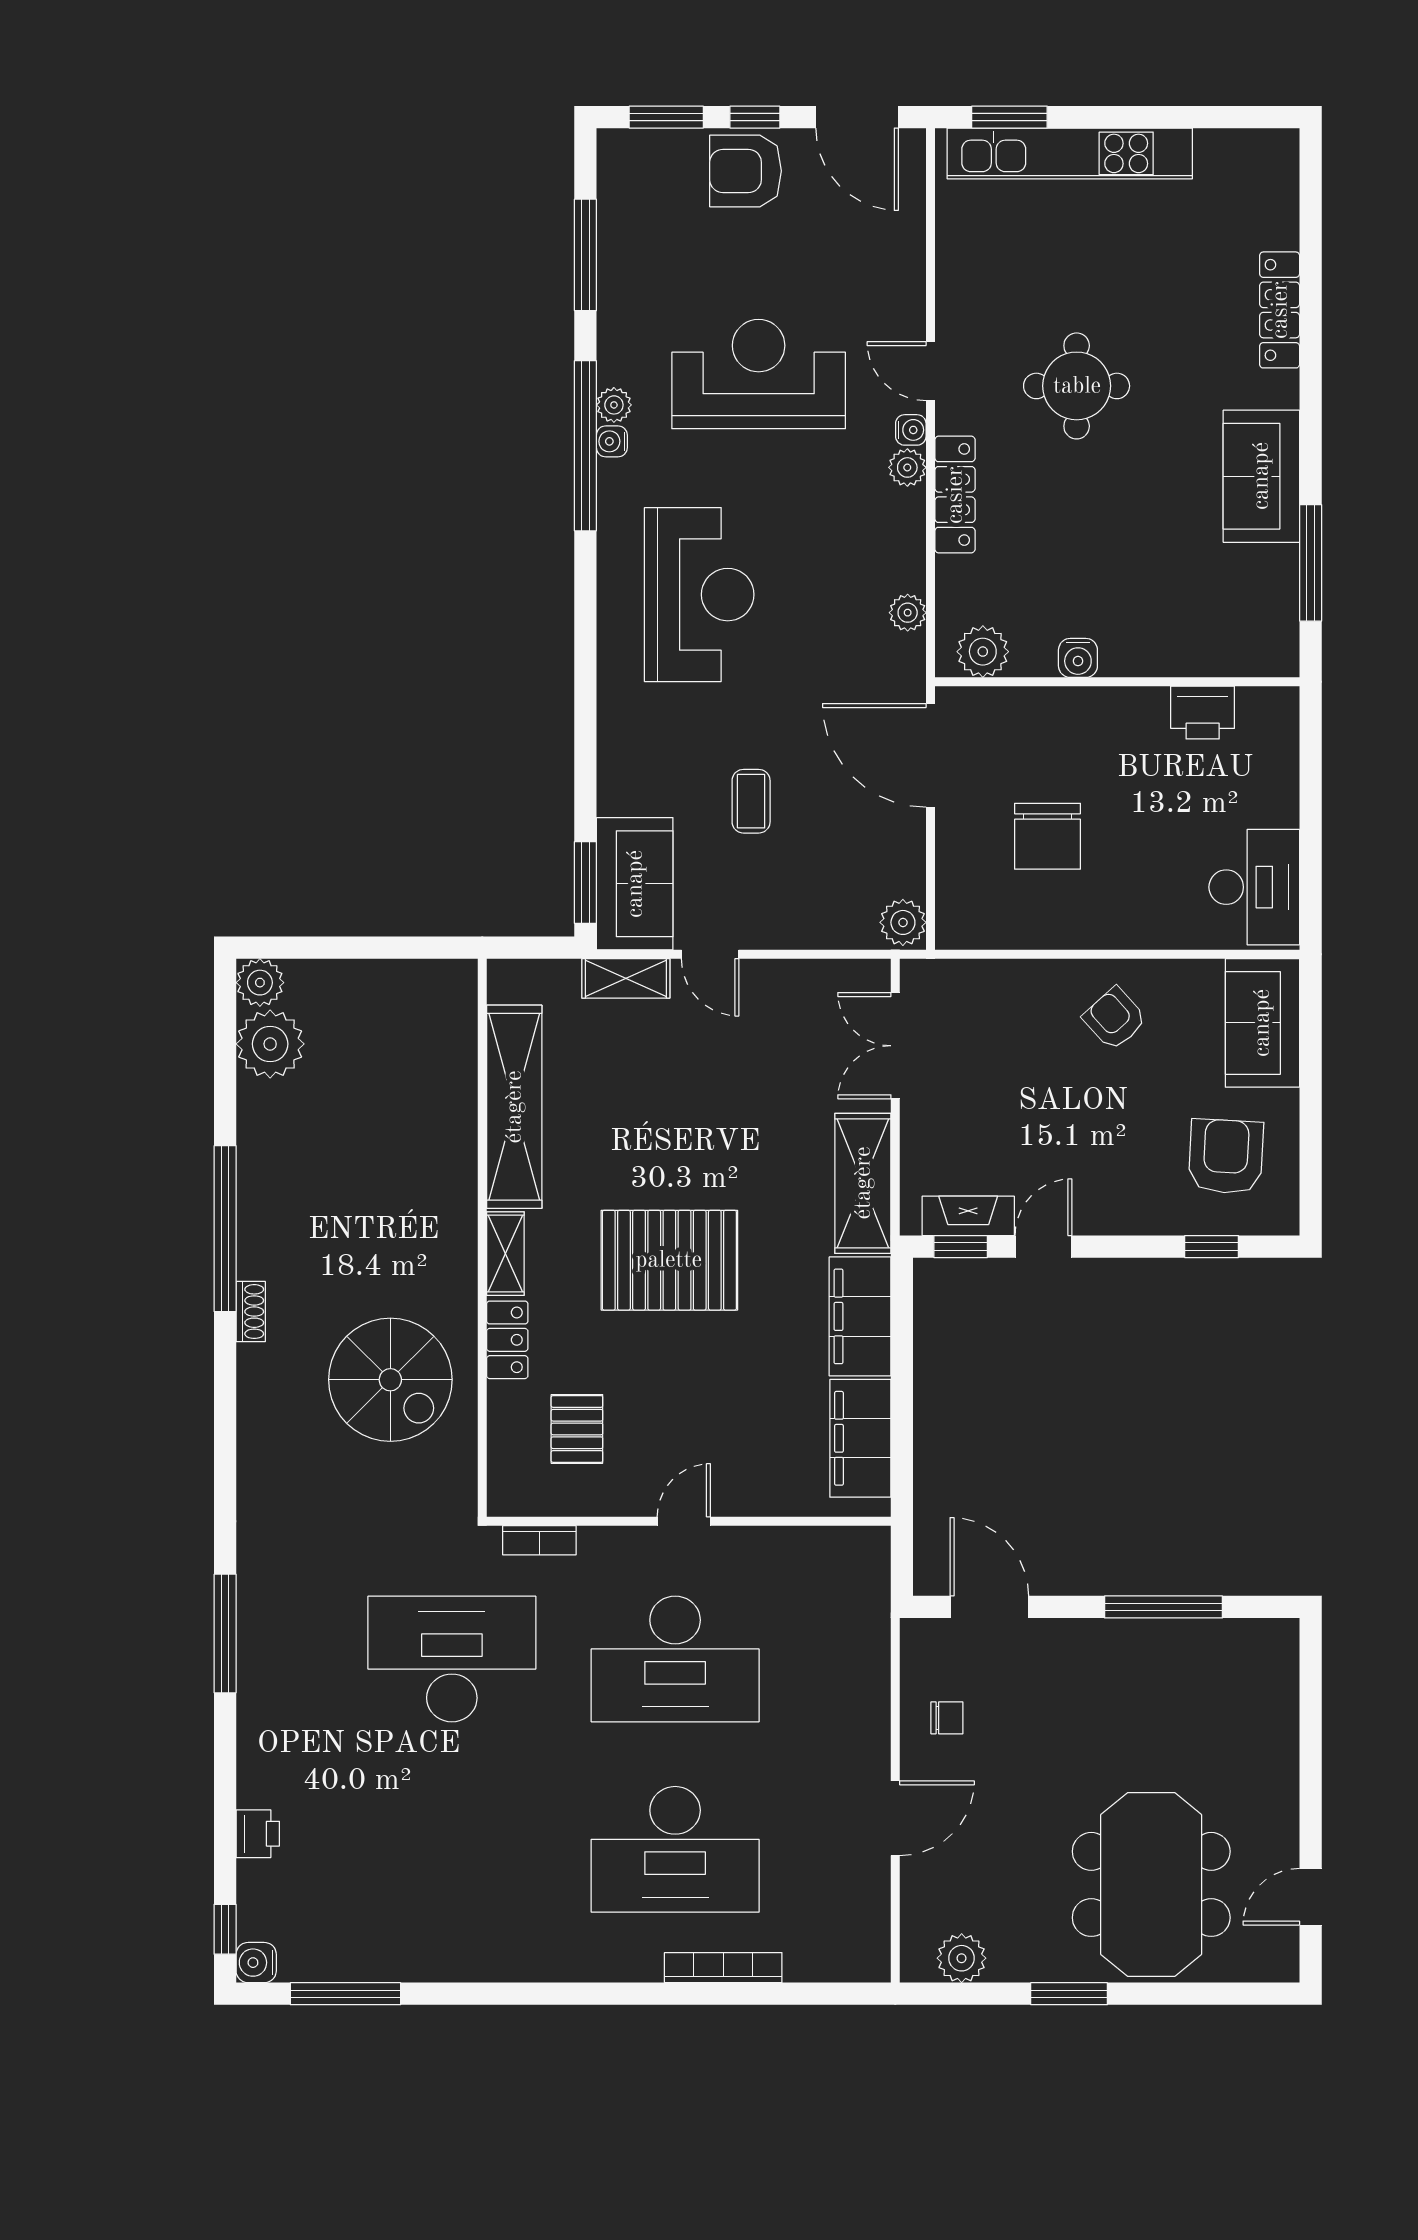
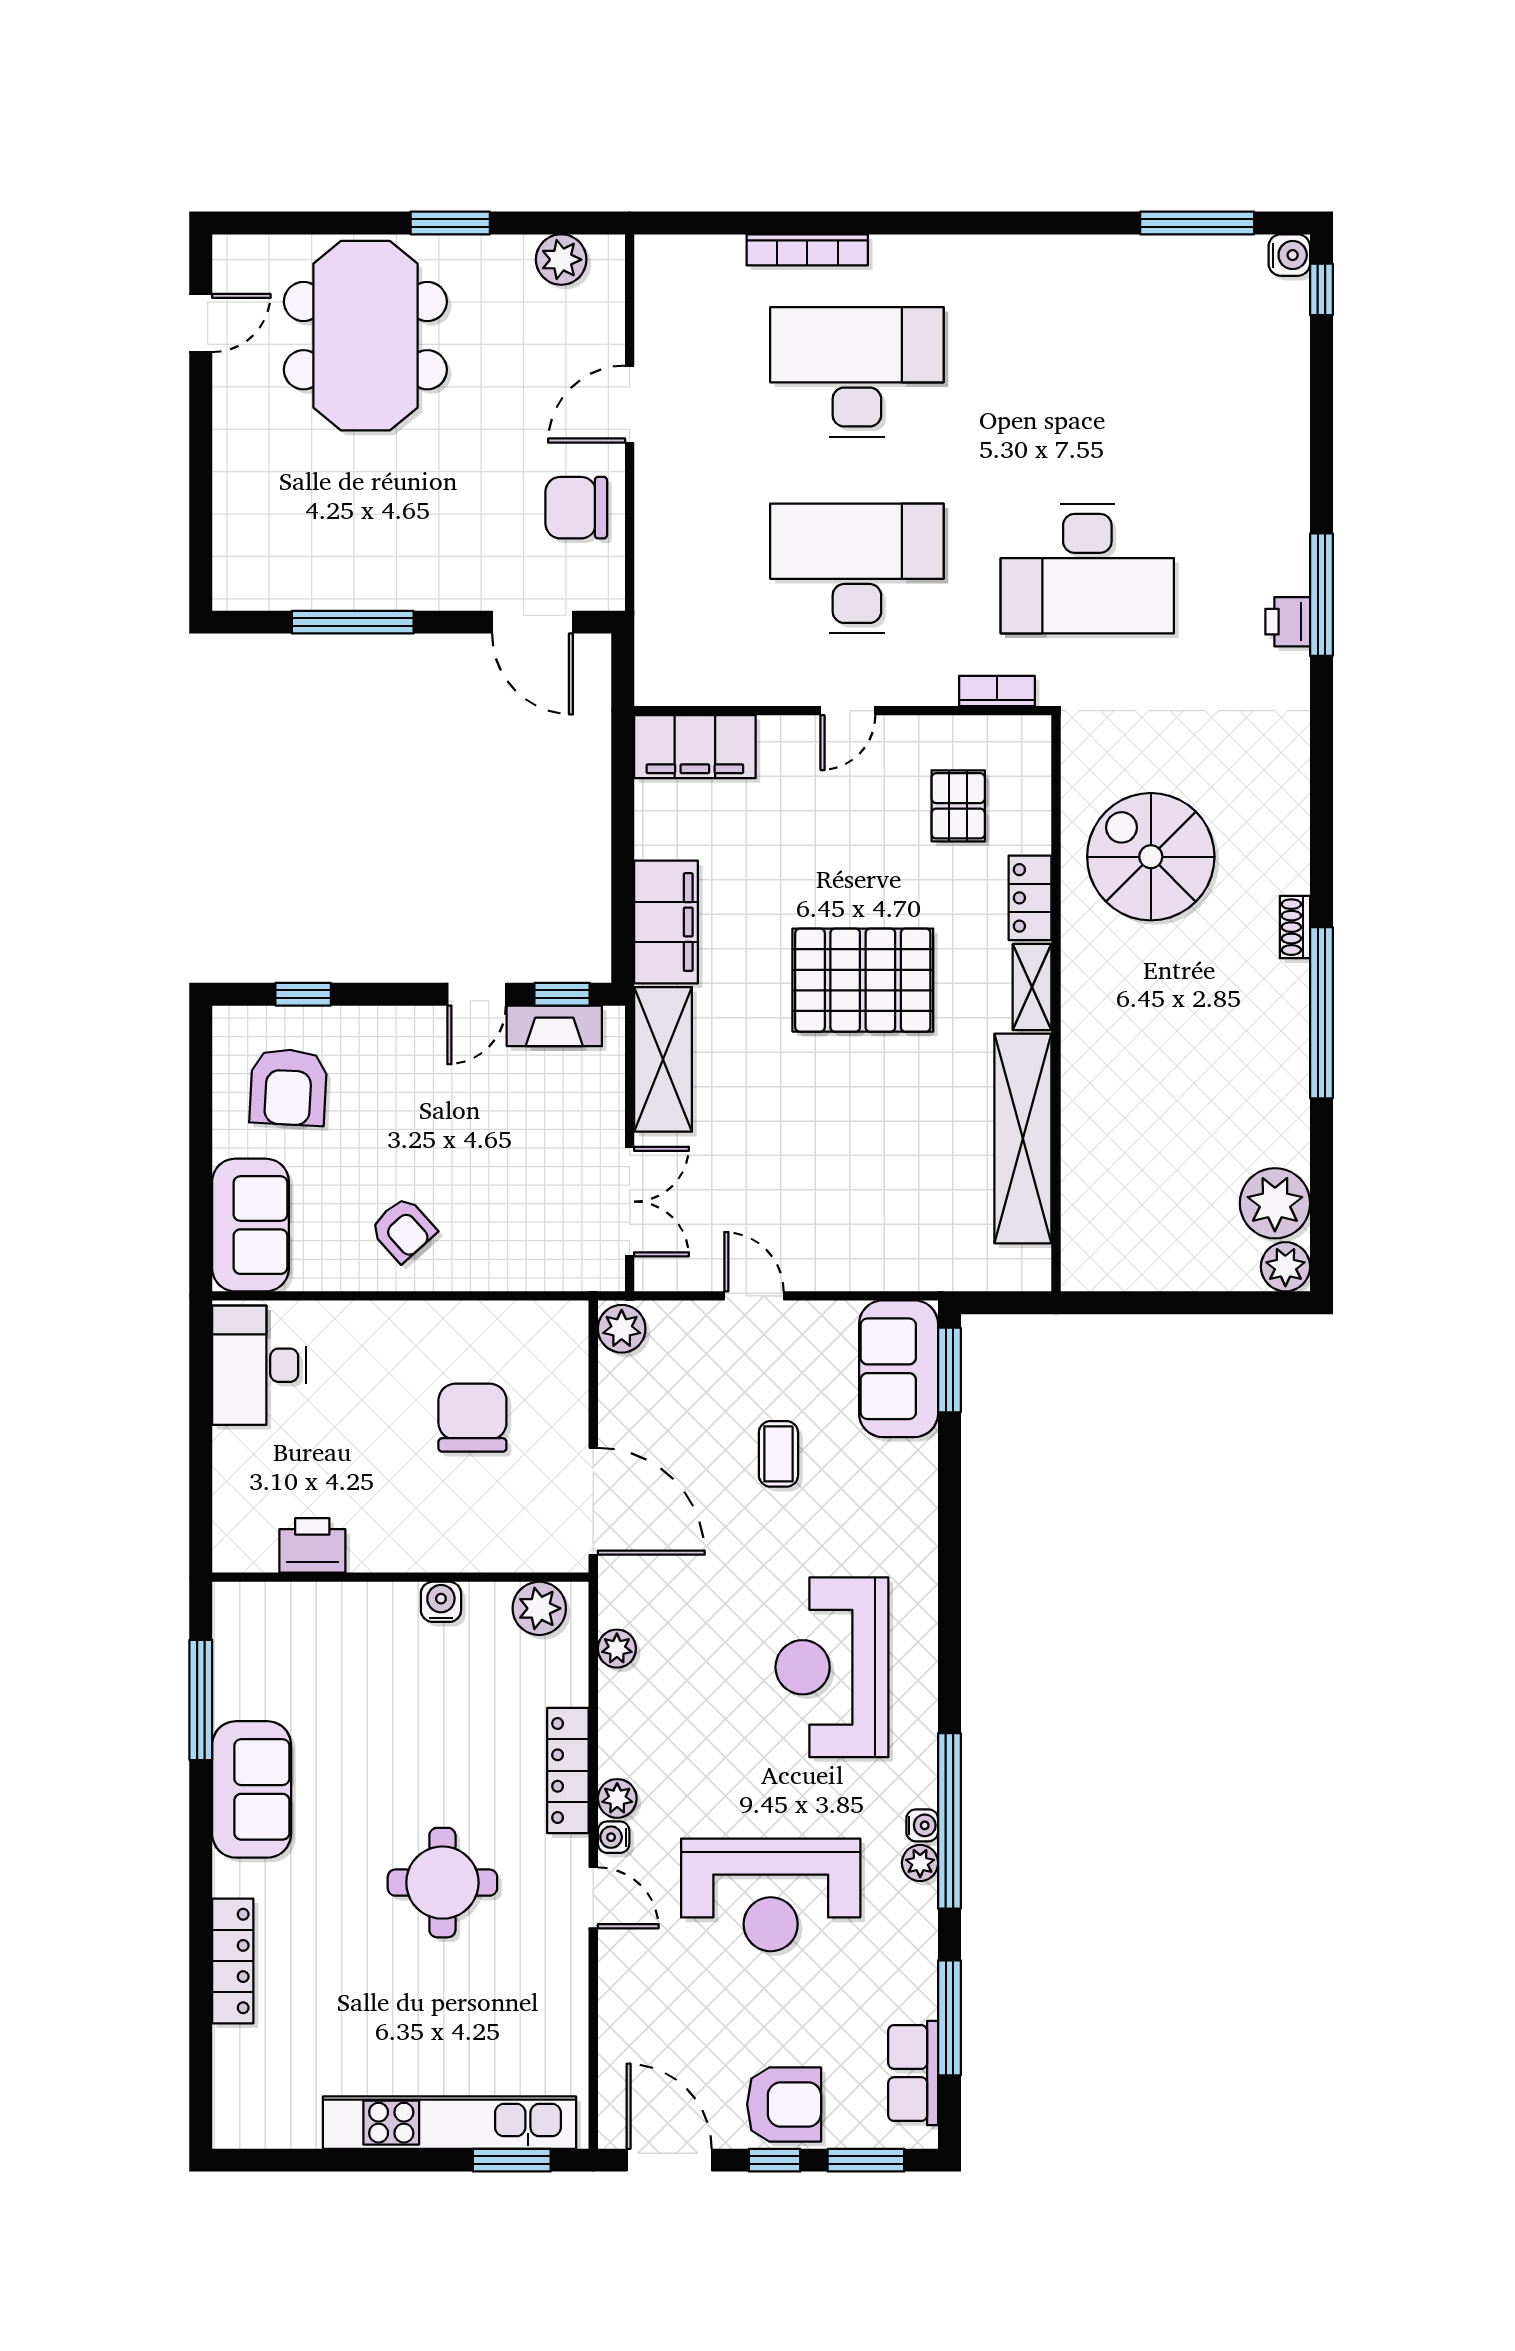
row of seats: (621, 201) -> (913, 2073), added
door: (710, 954) -> (754, 1296), moved
shelving: (626, 978) -> (908, 1271), removed
filing cabinet: (860, 1438) -> (695, 747), moved, turned 90
chair: (947, 1718) -> (576, 508), width x1.87, depth x1.87
printer: (258, 1834) -> (1288, 622), moved

